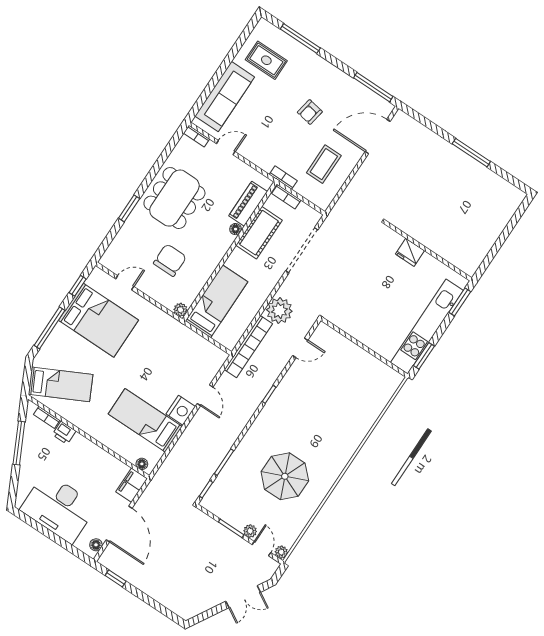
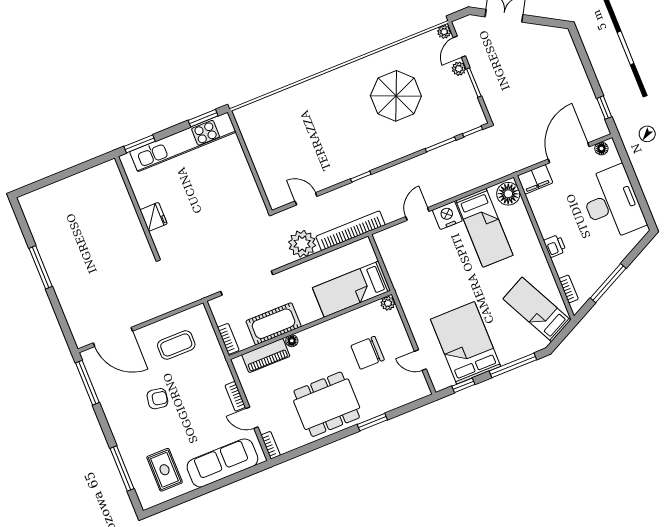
bookcase: (283, 178) -> (235, 396), moved
printer: (64, 433) -> (555, 246), moved
floor lamp: (142, 464) -> (508, 194), width x1.89, depth x1.89

